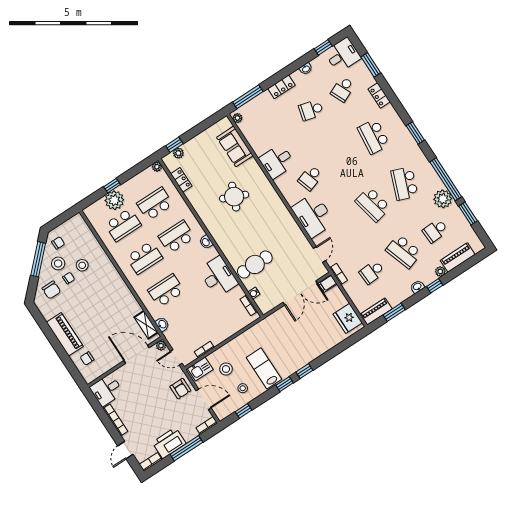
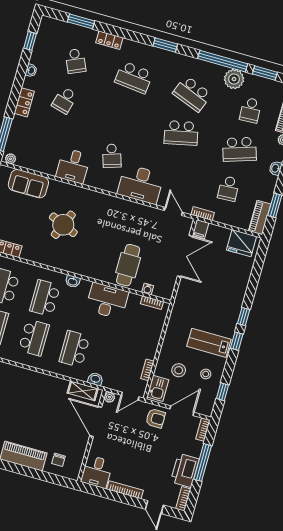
desk: (343, 55) -> (51, 33), removed
door: (137, 354) -> (96, 422), hinge flipped

